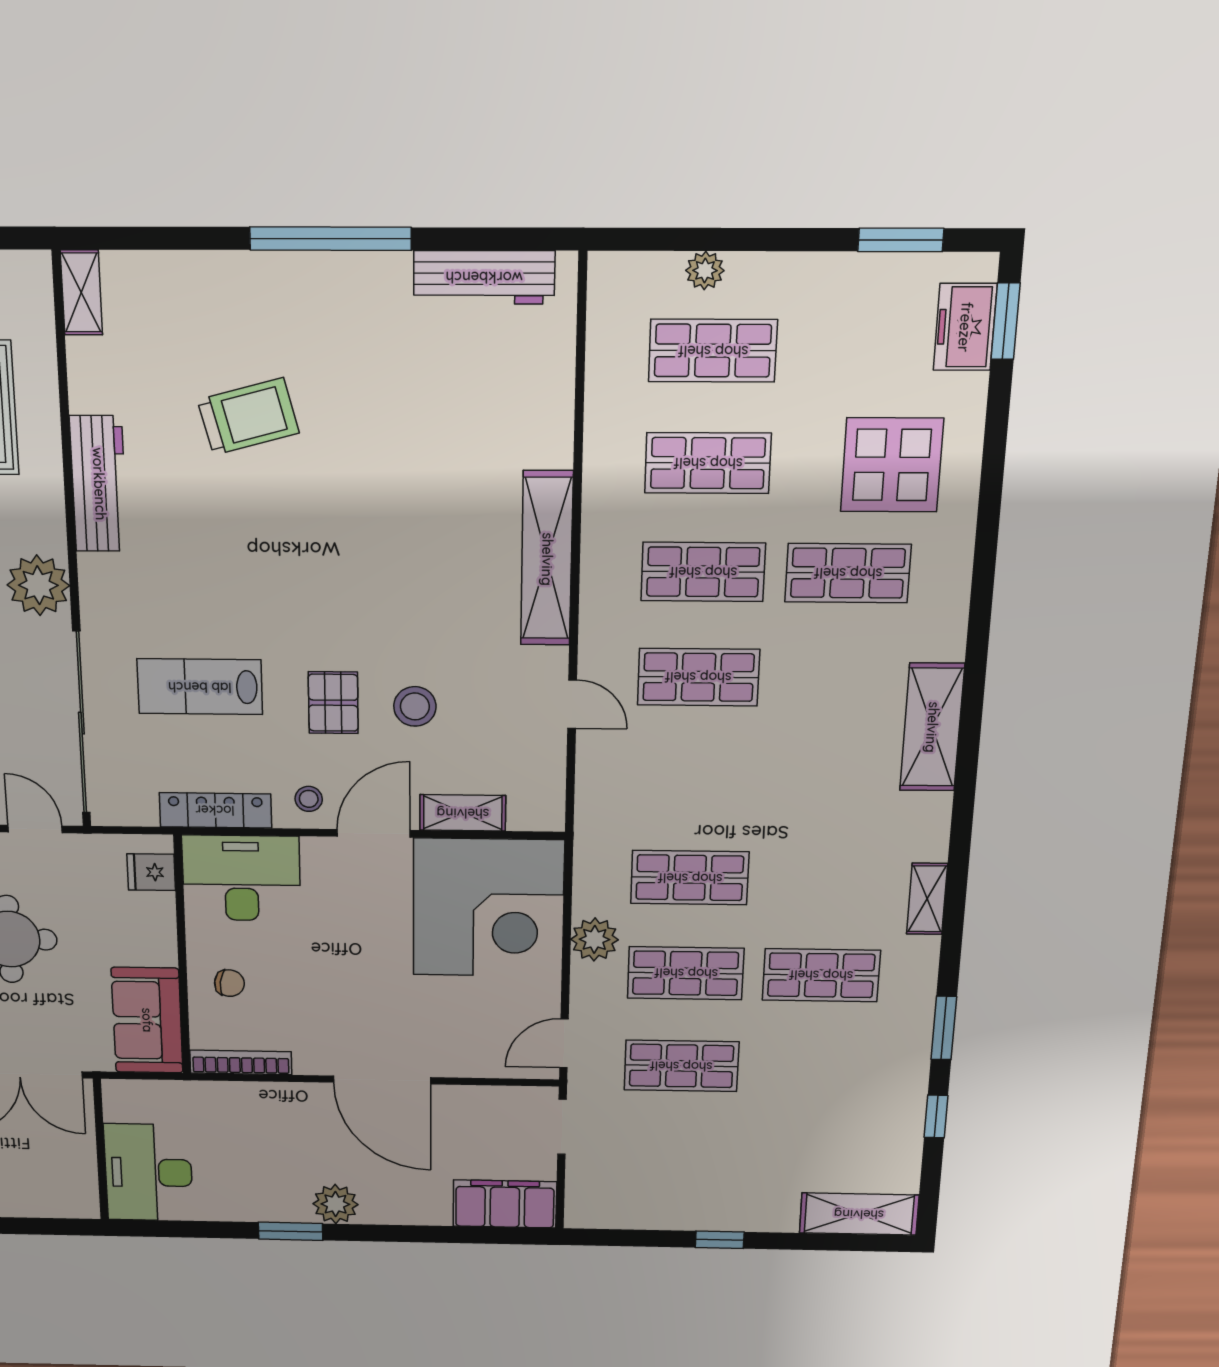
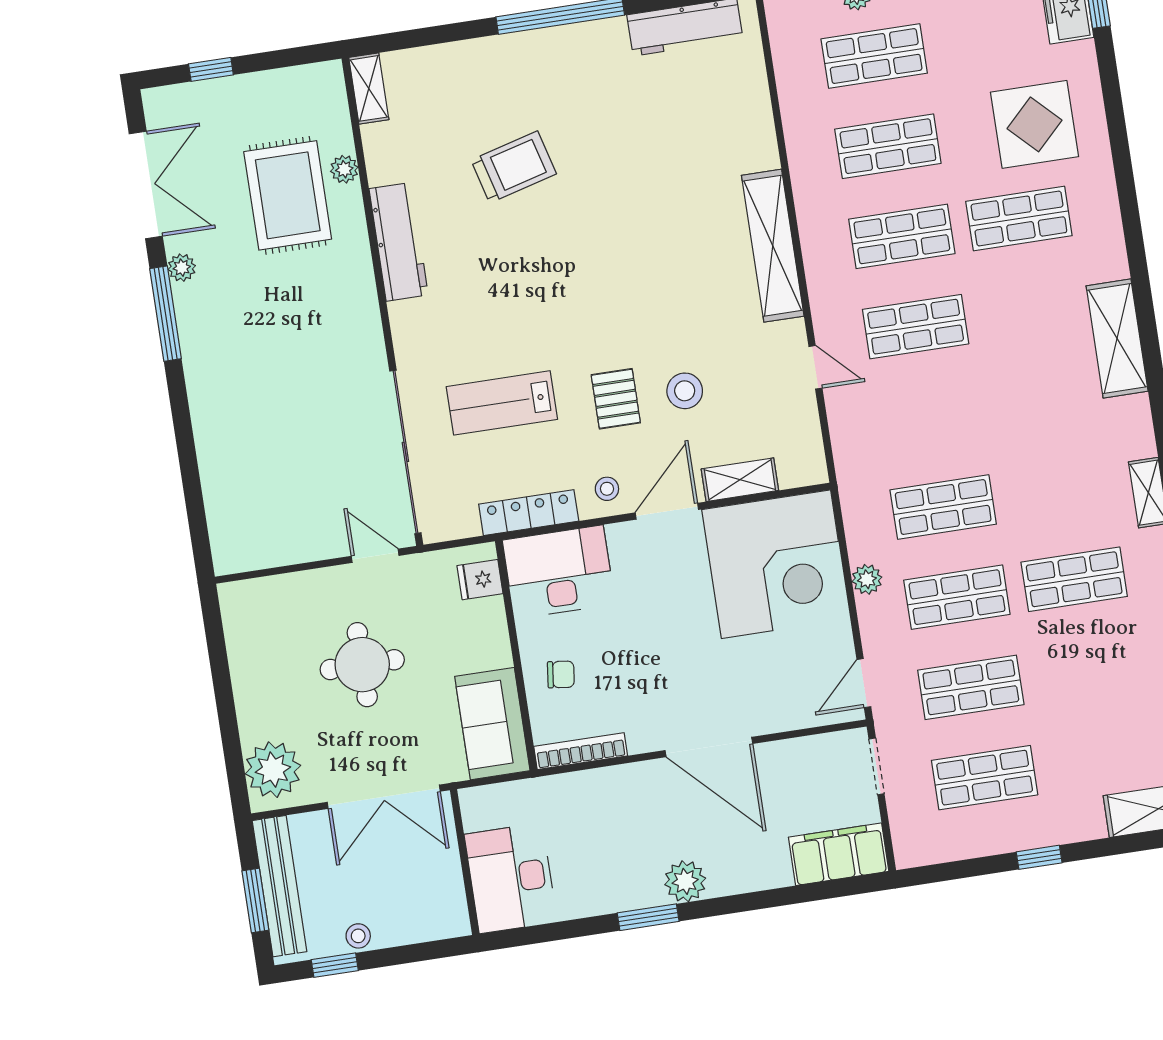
plant: (38, 585) -> (344, 169), moved, width x0.53, depth x0.53
plant: (595, 939) -> (867, 579), width x0.73, depth x0.73
shop shelf: (678, 1156) -> (985, 778), added

